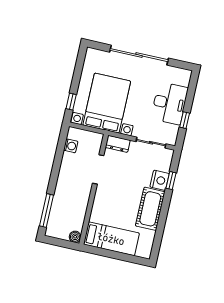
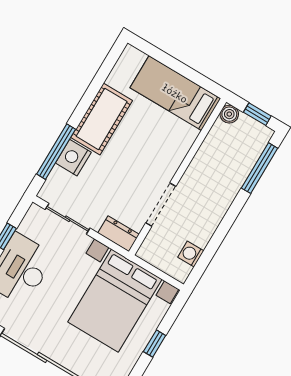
window: (71, 102) -> (155, 344), moved
window: (171, 181) -> (56, 152), width x2.17
window: (58, 242) -> (257, 114), added

